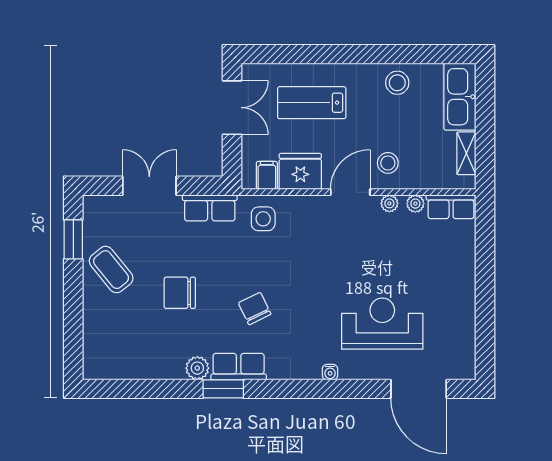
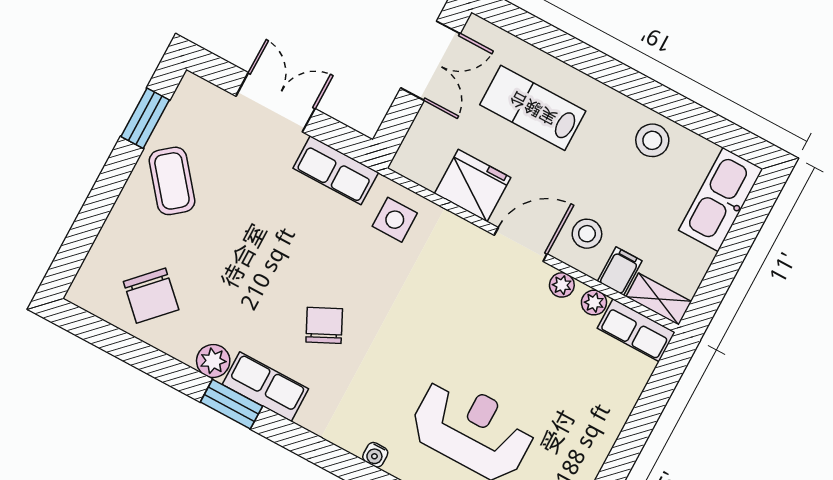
shelving: (466, 153) -> (659, 299), moved, turned 90
filing cabinet: (267, 175) -> (620, 271), moved
chair: (180, 293) -> (151, 296), moved, turned -136

